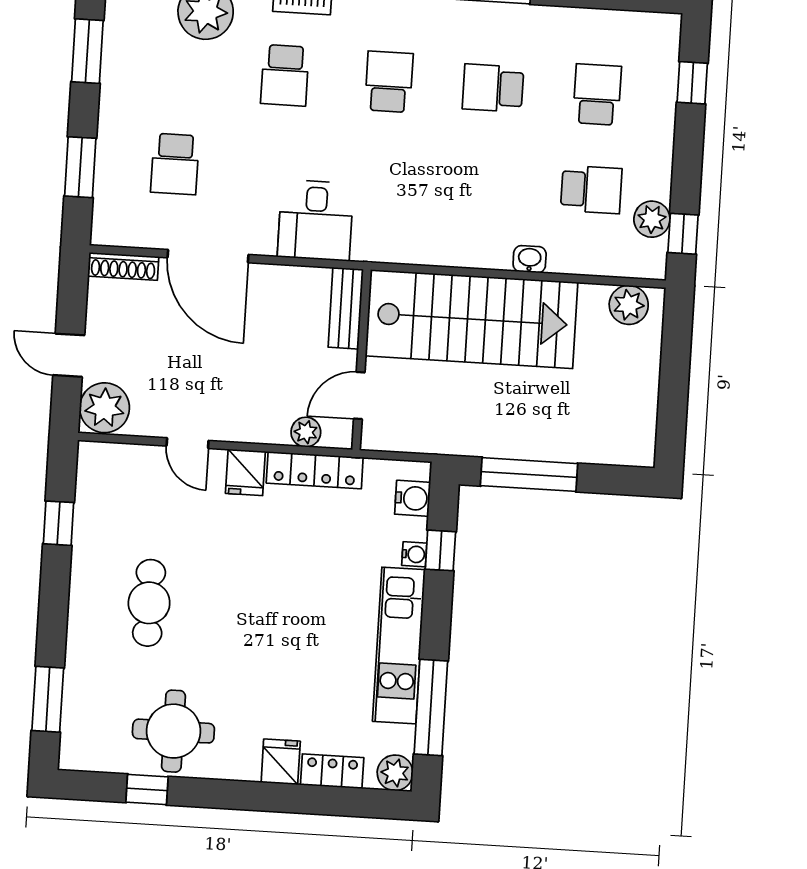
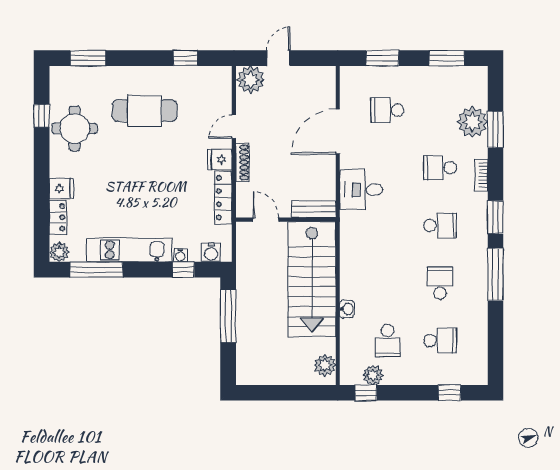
shoe rack: (123, 266) -> (242, 162), moved, turned 180
plant: (306, 432) -> (244, 191), removed
cafe table: (149, 603) -> (145, 111), width x1.37, depth x1.35

